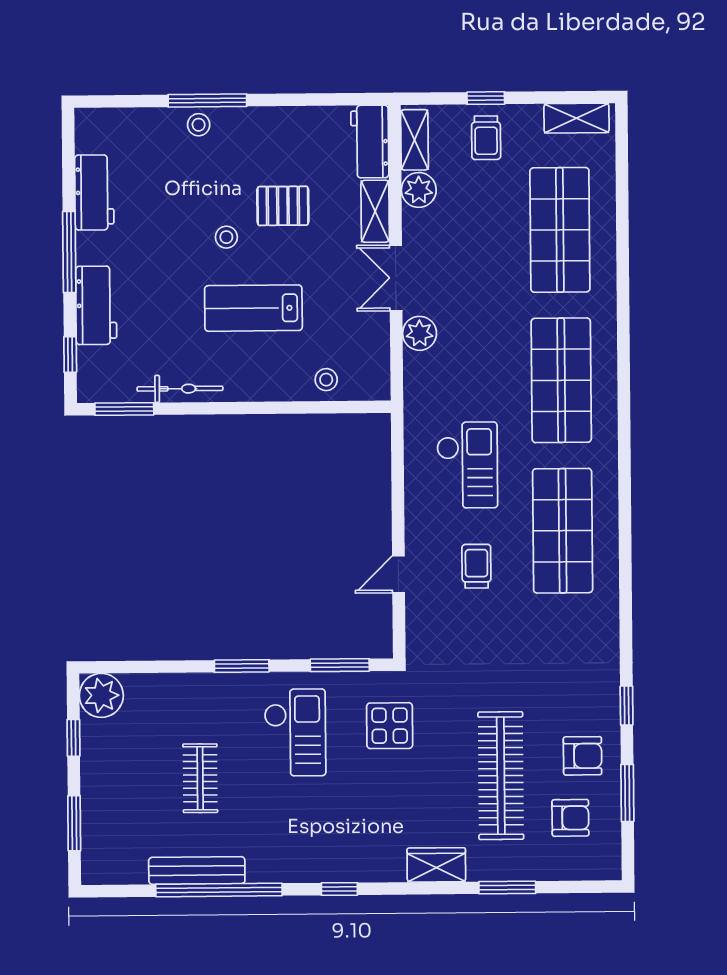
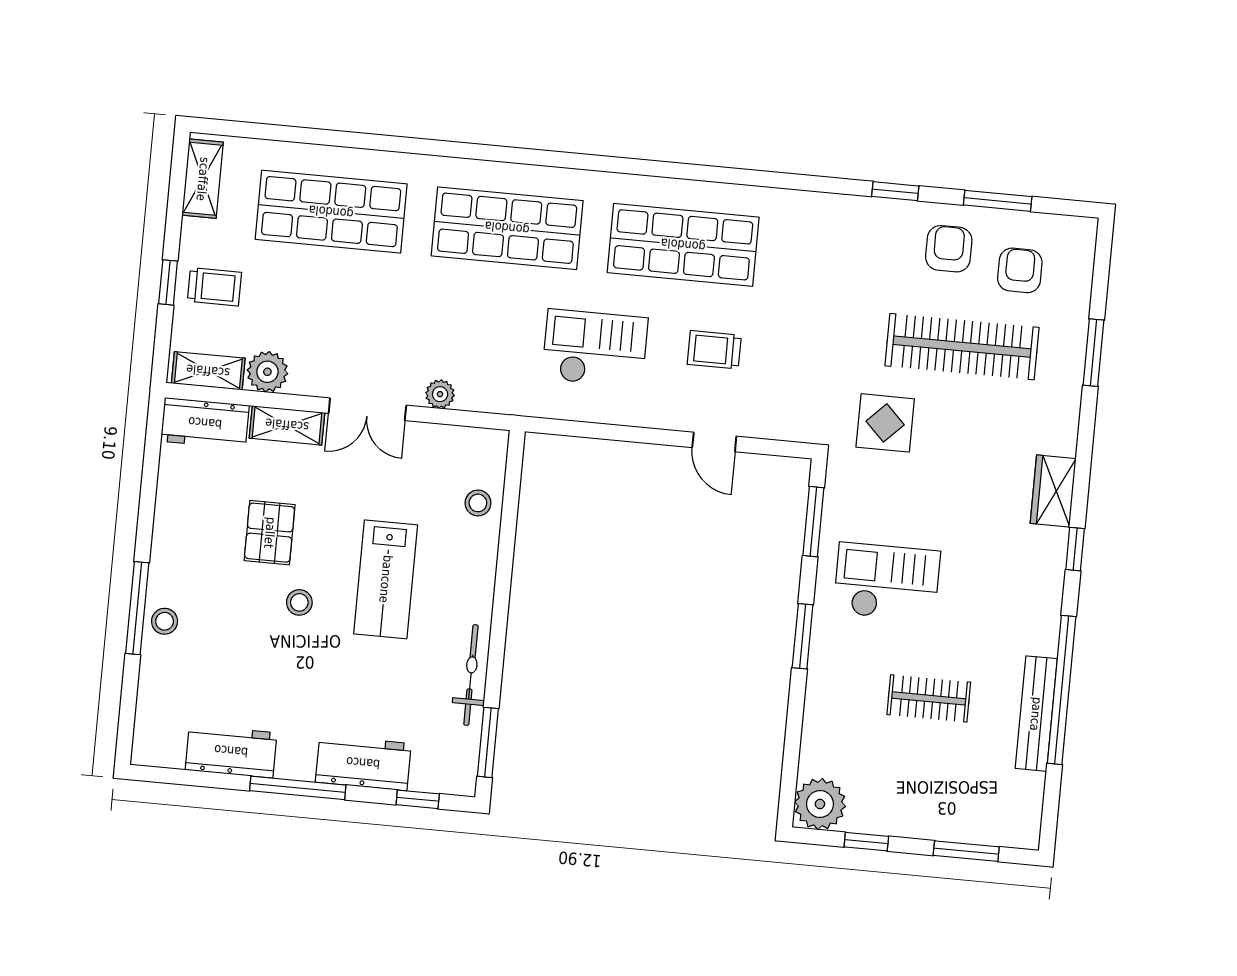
plant: (420, 333) -> (440, 394), width x0.73, depth x0.73
display table: (390, 726) -> (885, 423), moved
wardrobe: (436, 865) -> (1053, 491), moved

